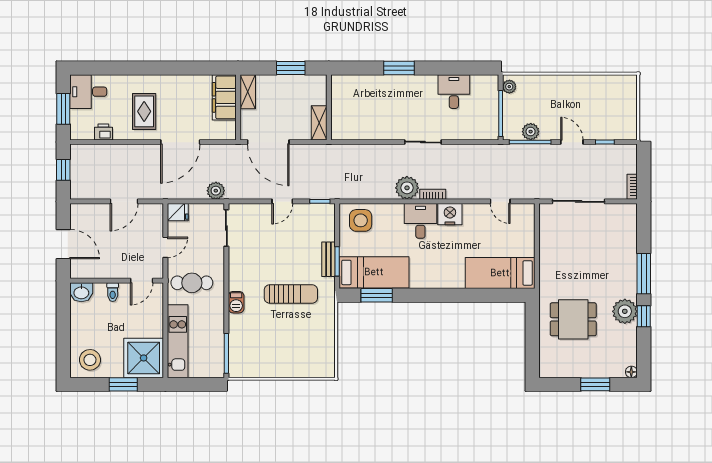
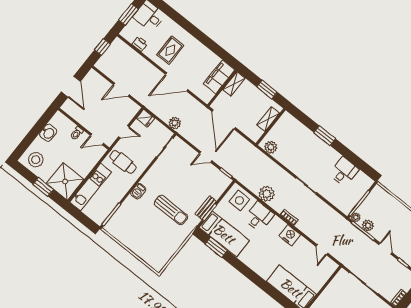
plant: (509, 87) -> (356, 217), moved
shelving: (319, 123) -> (268, 119), moved
plant: (348, 131) -> (271, 147), added
plant: (407, 188) -> (267, 194), moved
desk: (420, 221) -> (259, 217), moved
washbasin: (81, 292) -> (48, 133), moved, turned -90

